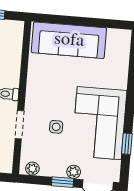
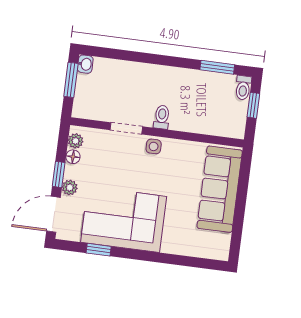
side table: (56, 127) -> (154, 146), moved
floor lamp: (47, 170) -> (73, 157), added

